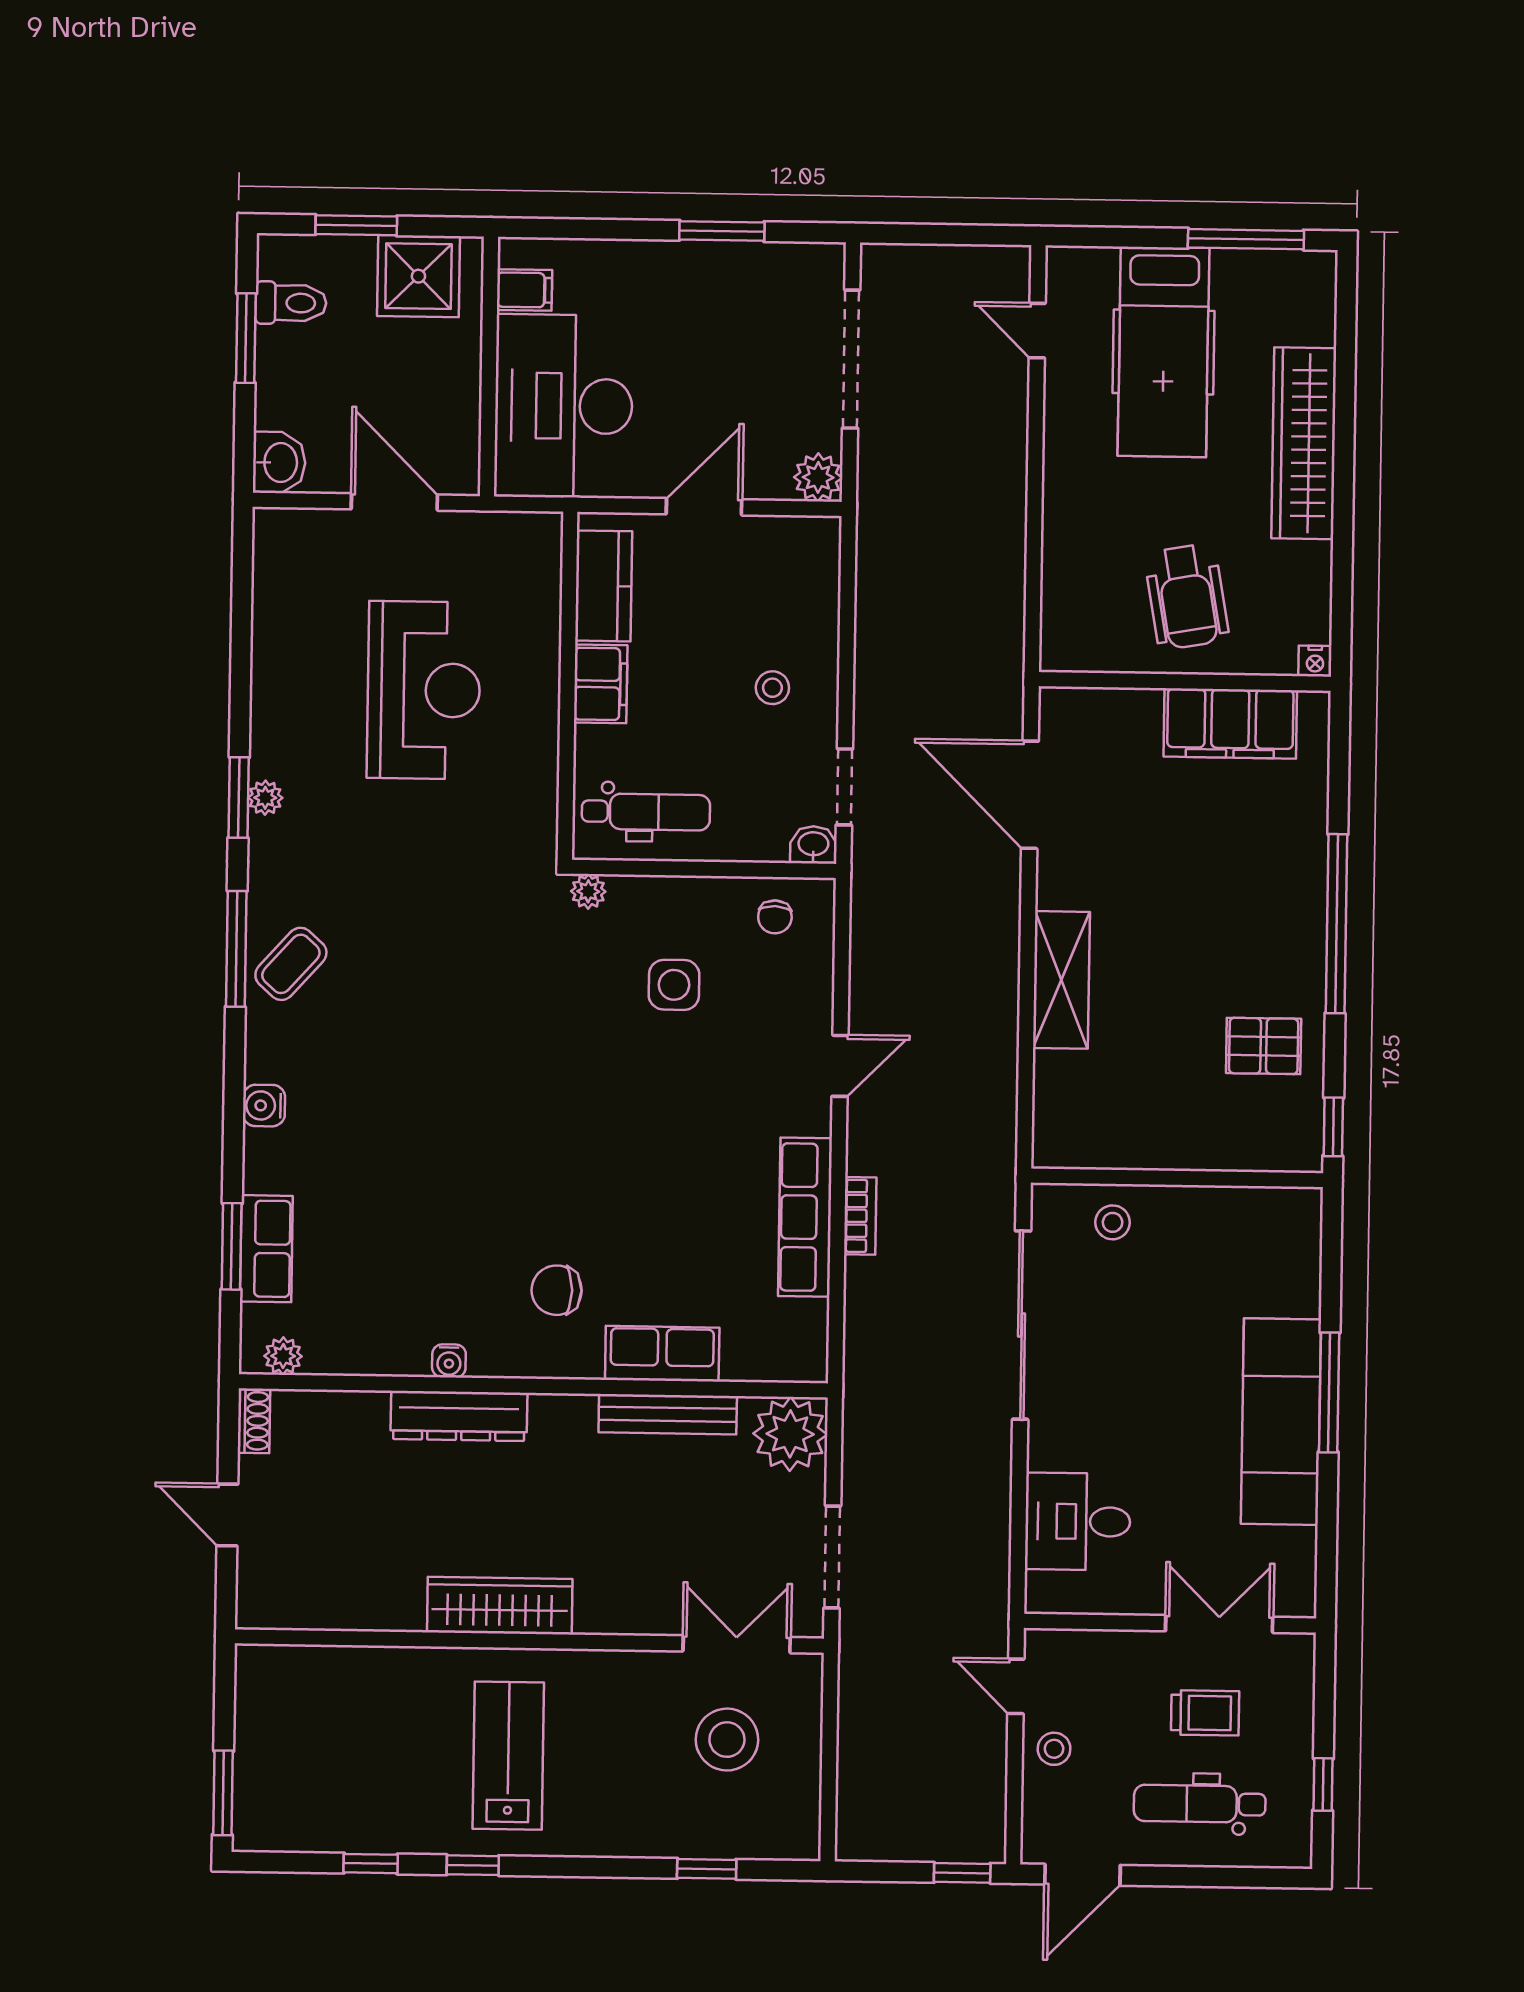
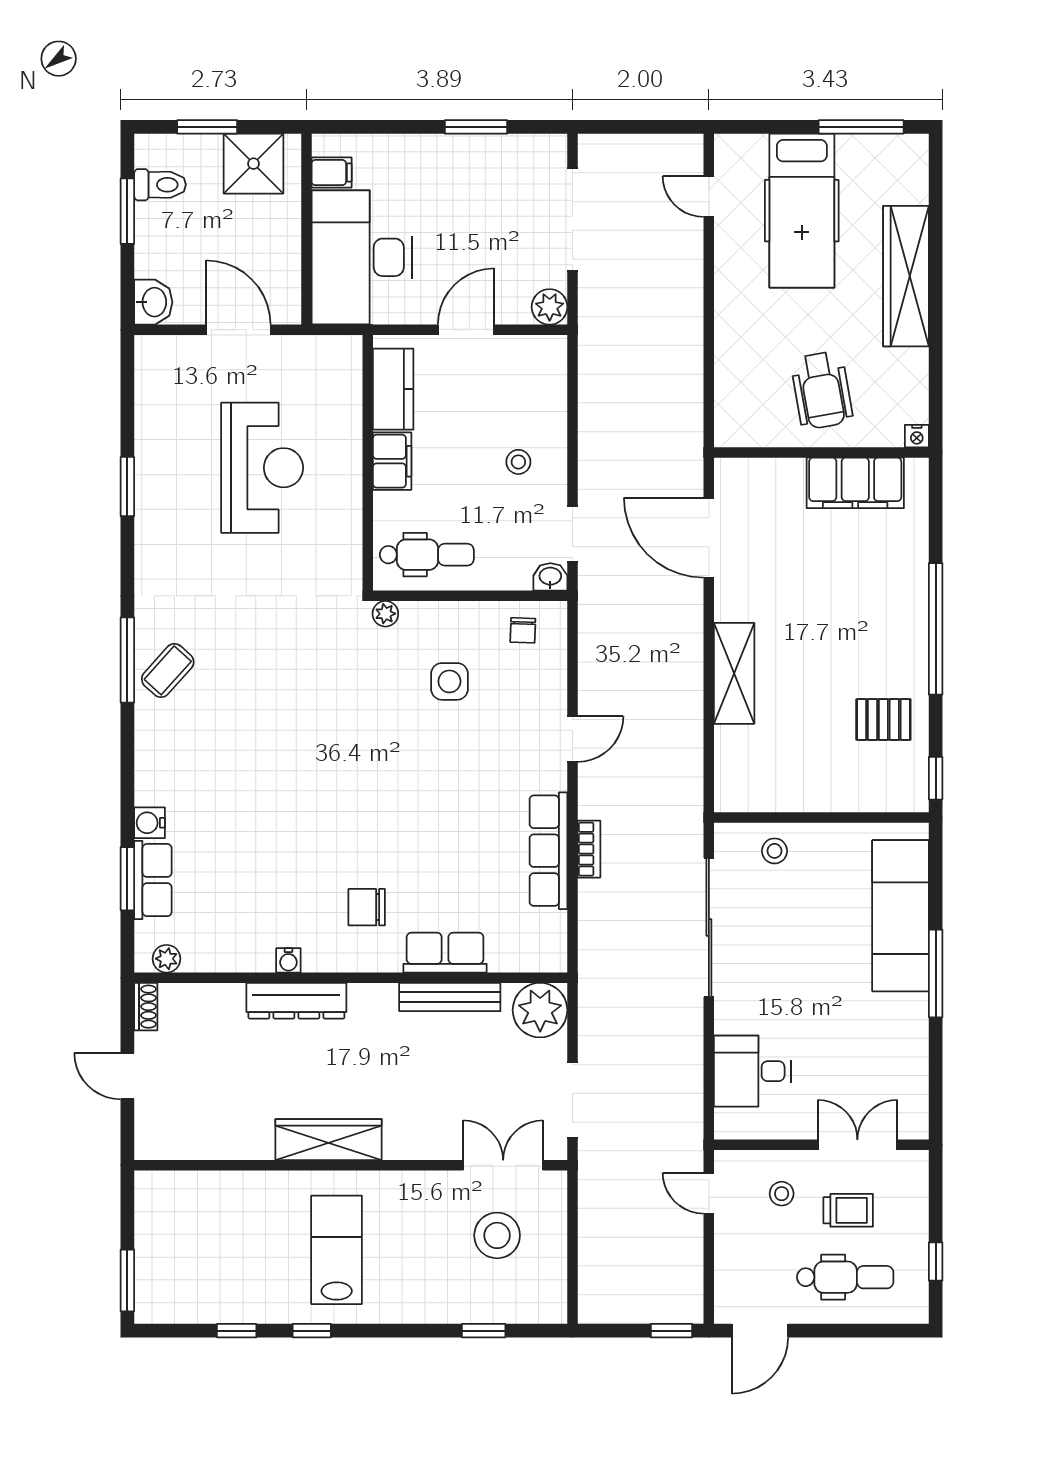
window: (239, 798) -> (127, 487), moved
plant: (265, 798) -> (147, 549), removed
water cooler: (264, 1106) -> (150, 823), moved
exam couch: (1281, 1422) -> (901, 916), moved
stool: (1054, 1749) -> (782, 1194), moved
dental chair: (1200, 1804) -> (845, 1277), turned 180

